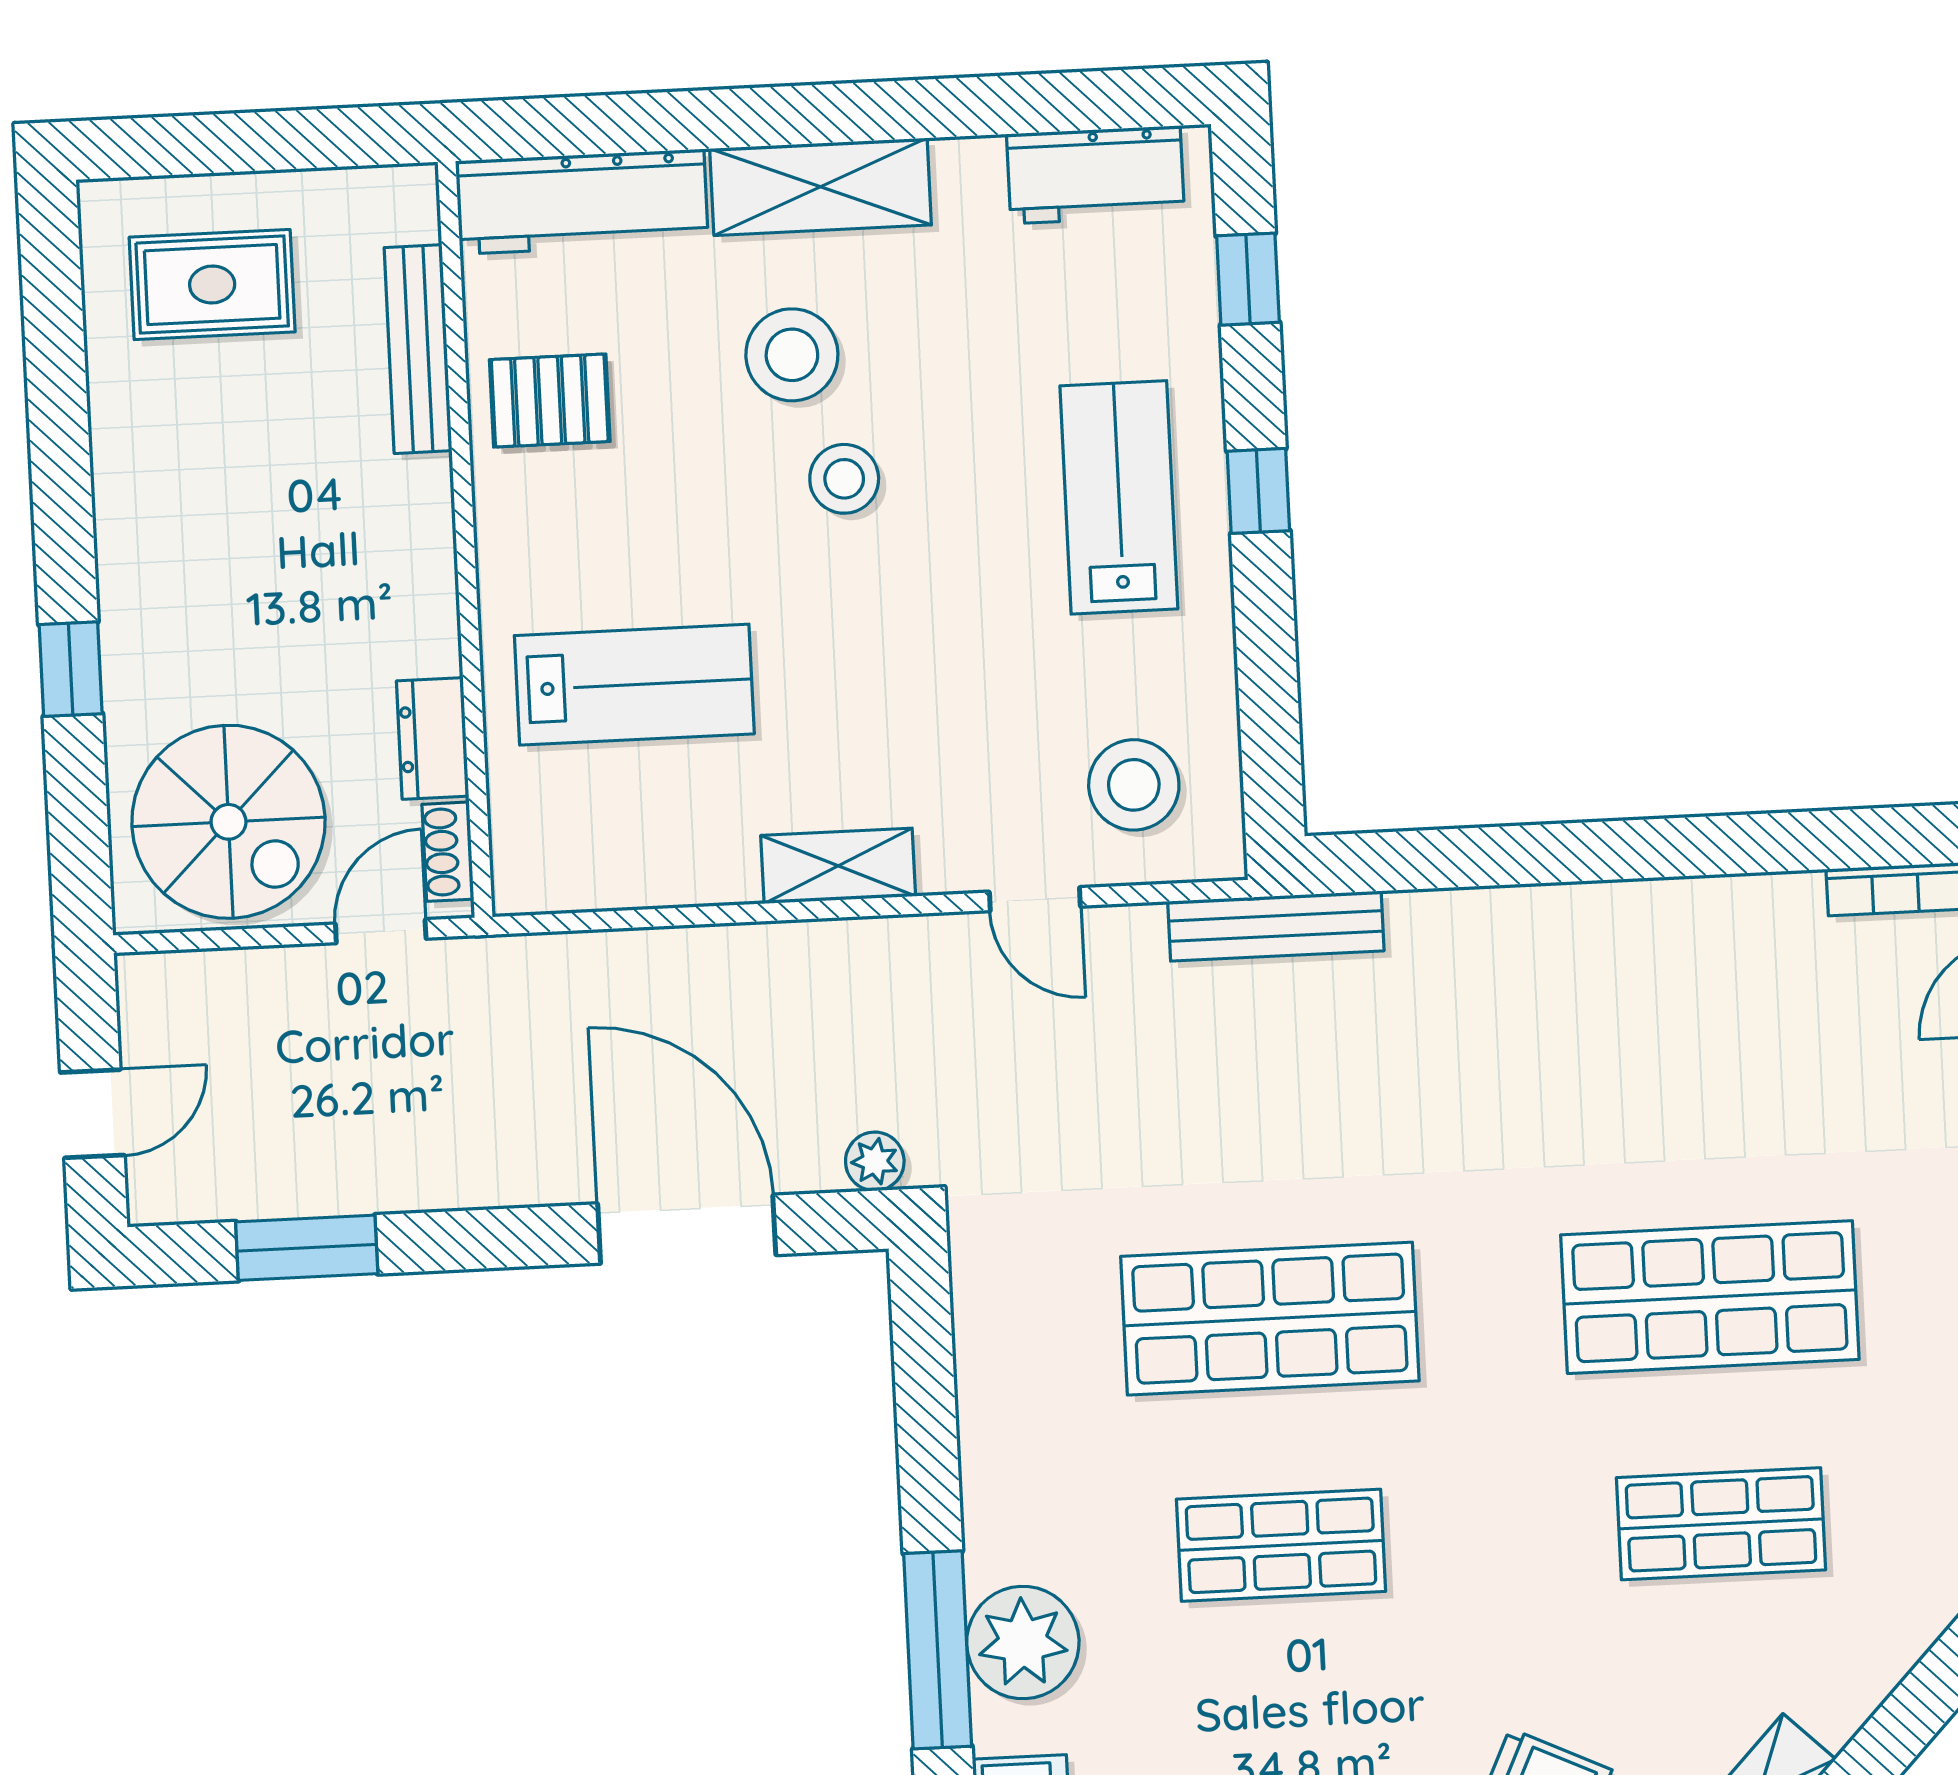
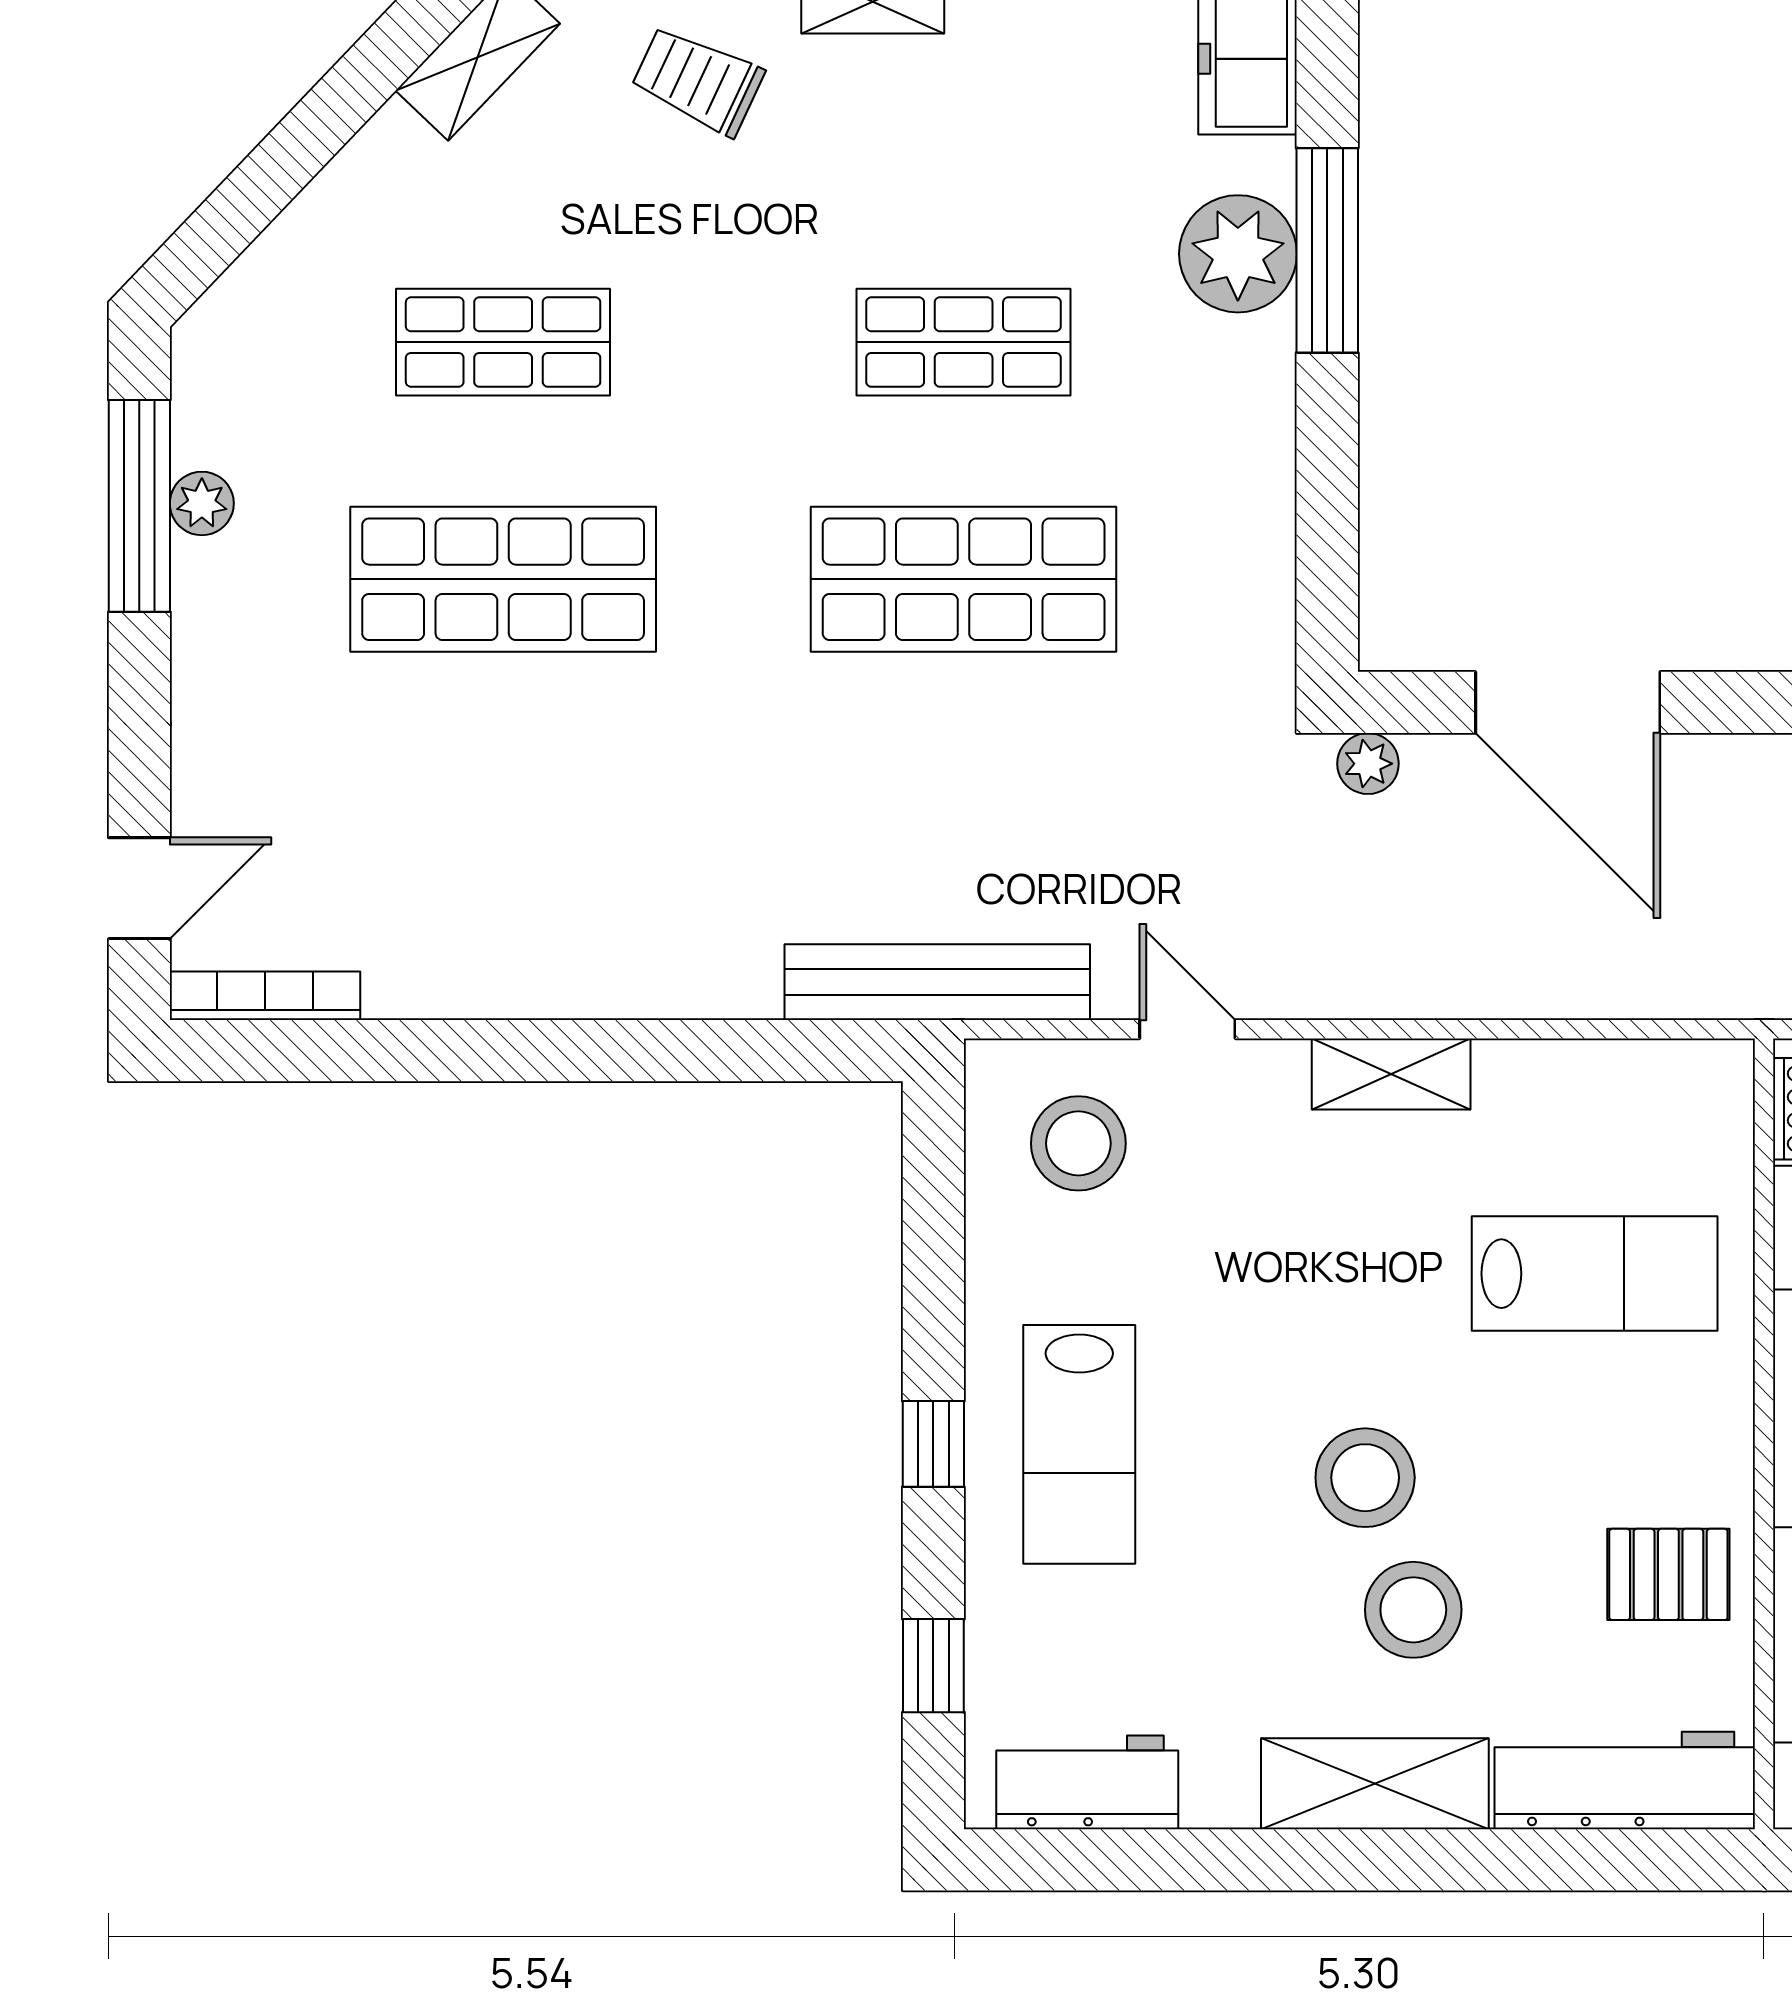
stool: (844, 479) -> (1365, 1478), width x1.38, depth x1.38
lab bench: (634, 685) -> (1595, 1274), turned 180
bench: (1276, 926) -> (937, 982), width x1.37, depth x1.21

